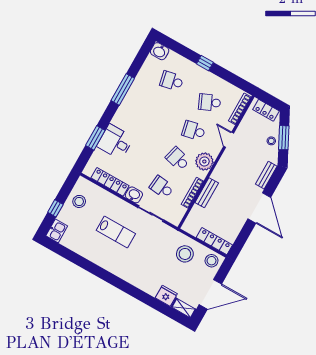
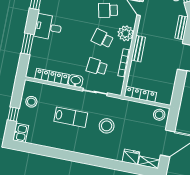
desk: (115, 142) -> (48, 27), moved
bench: (207, 193) -> (138, 49), moved
locker: (214, 241) -> (140, 94), moved
stool: (185, 254) -> (107, 126), moved

